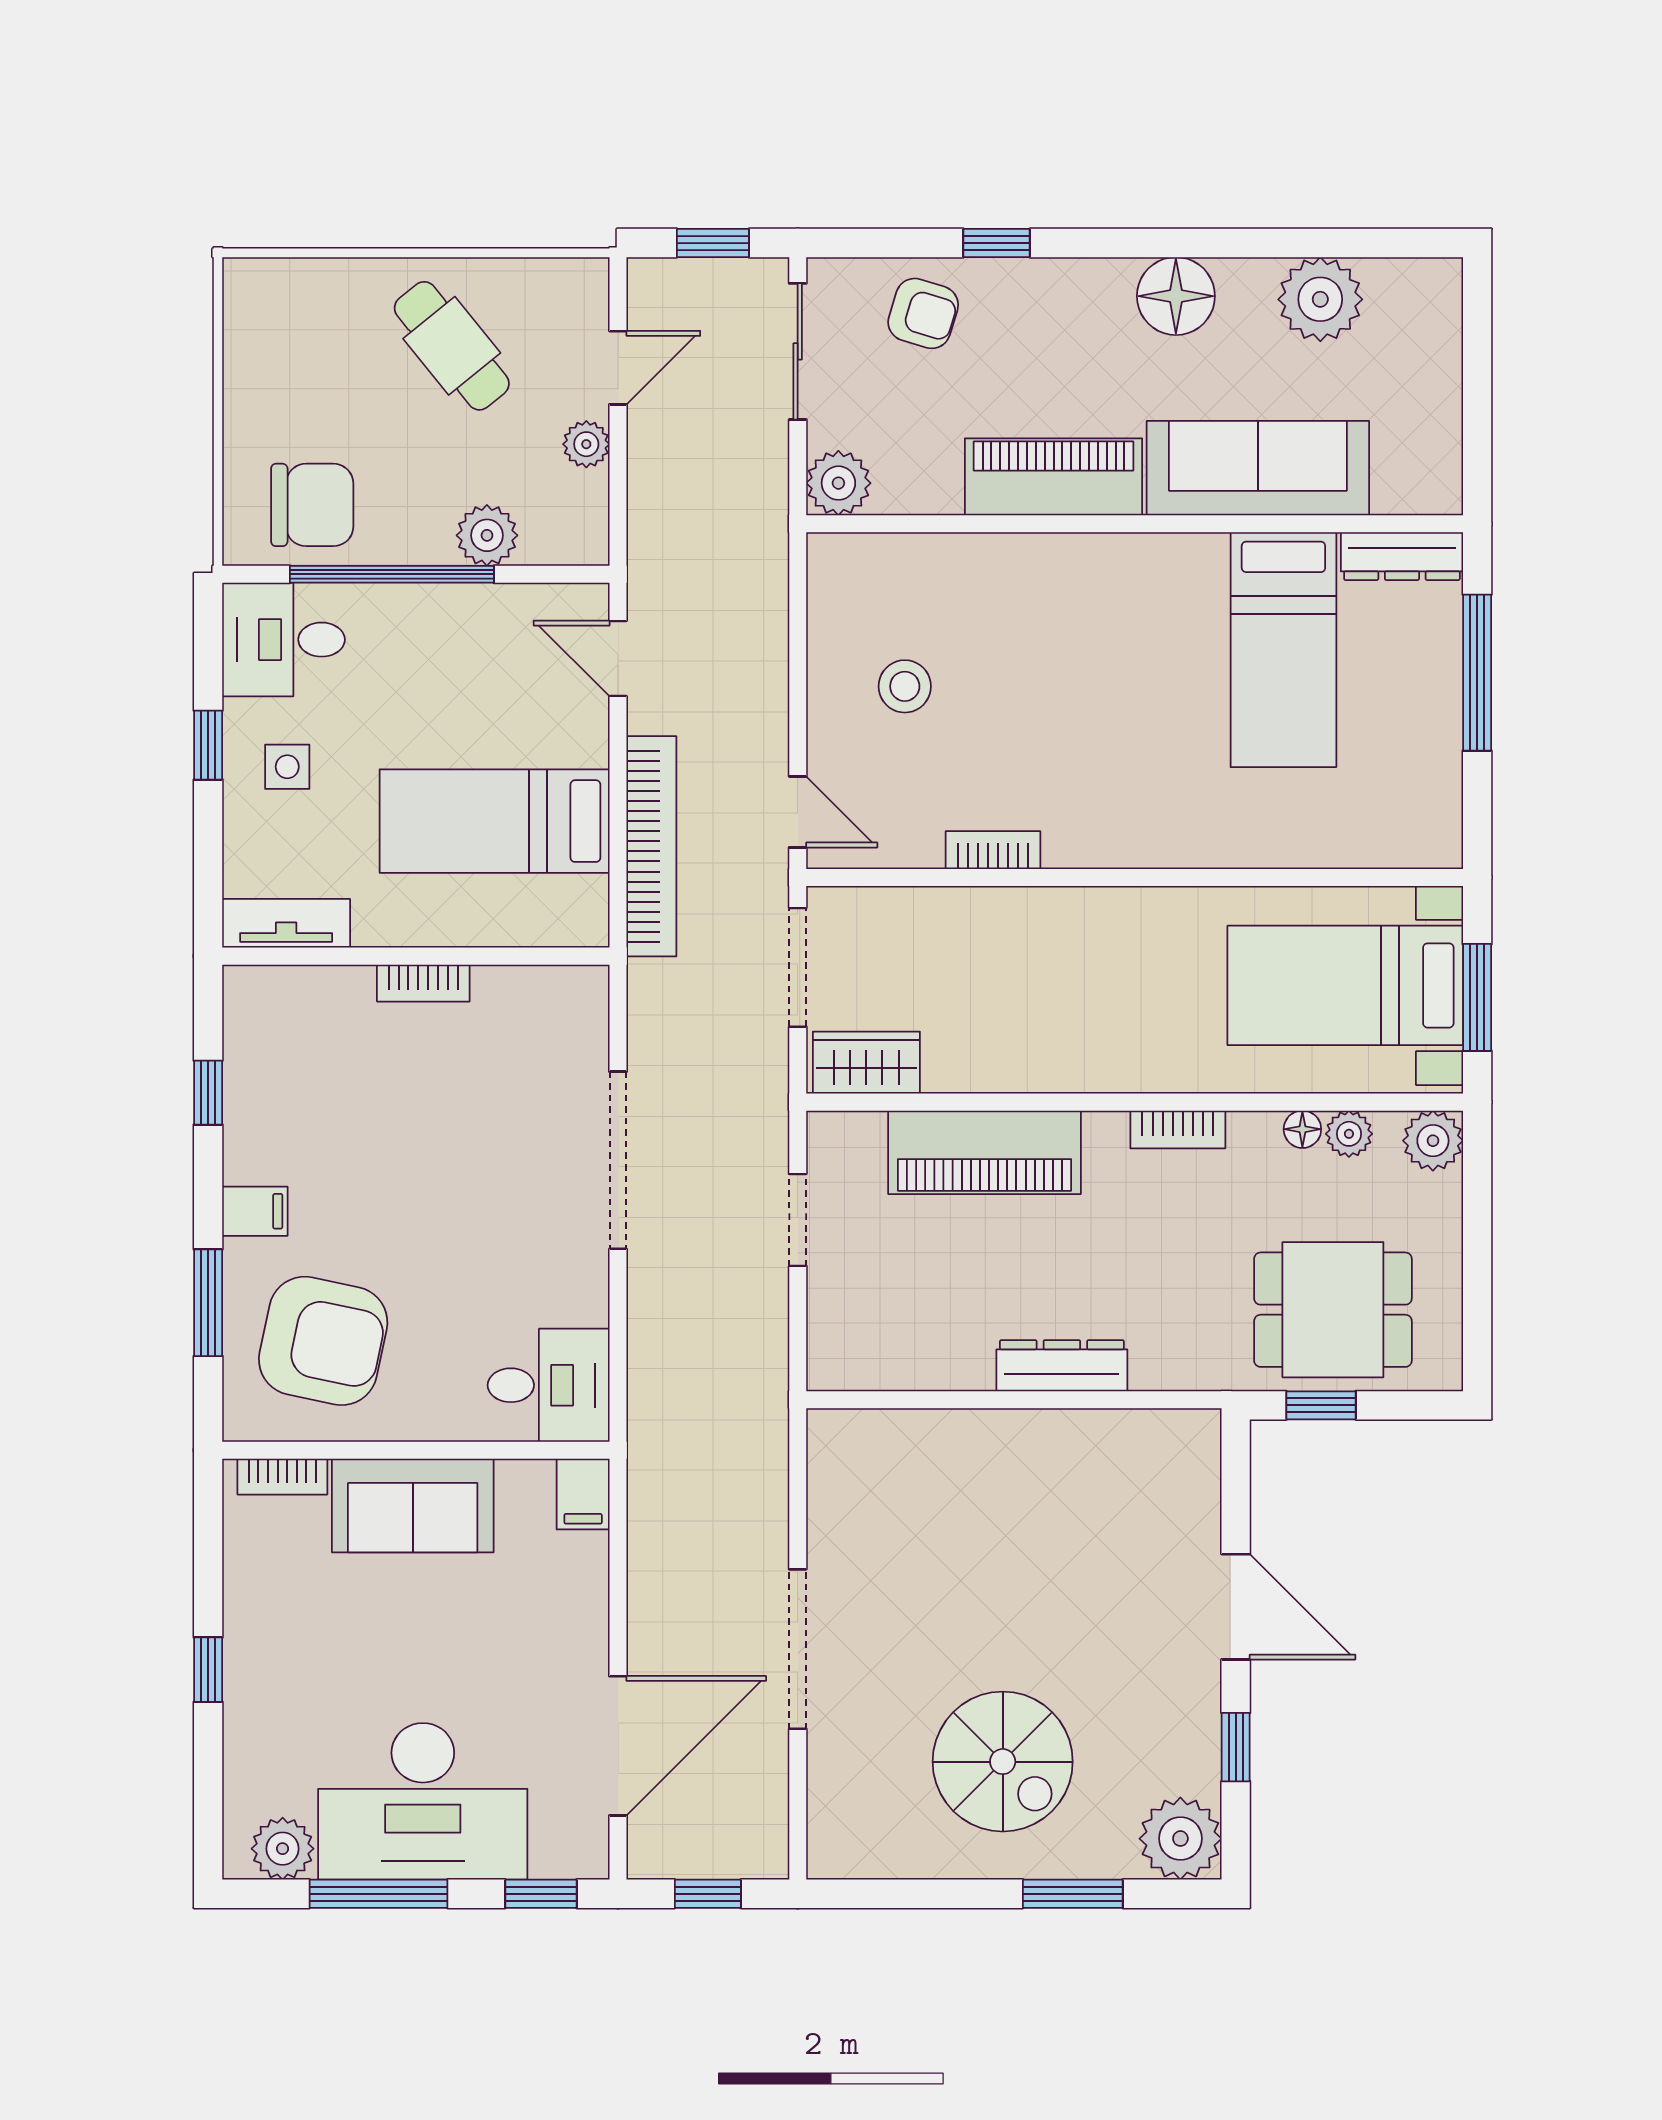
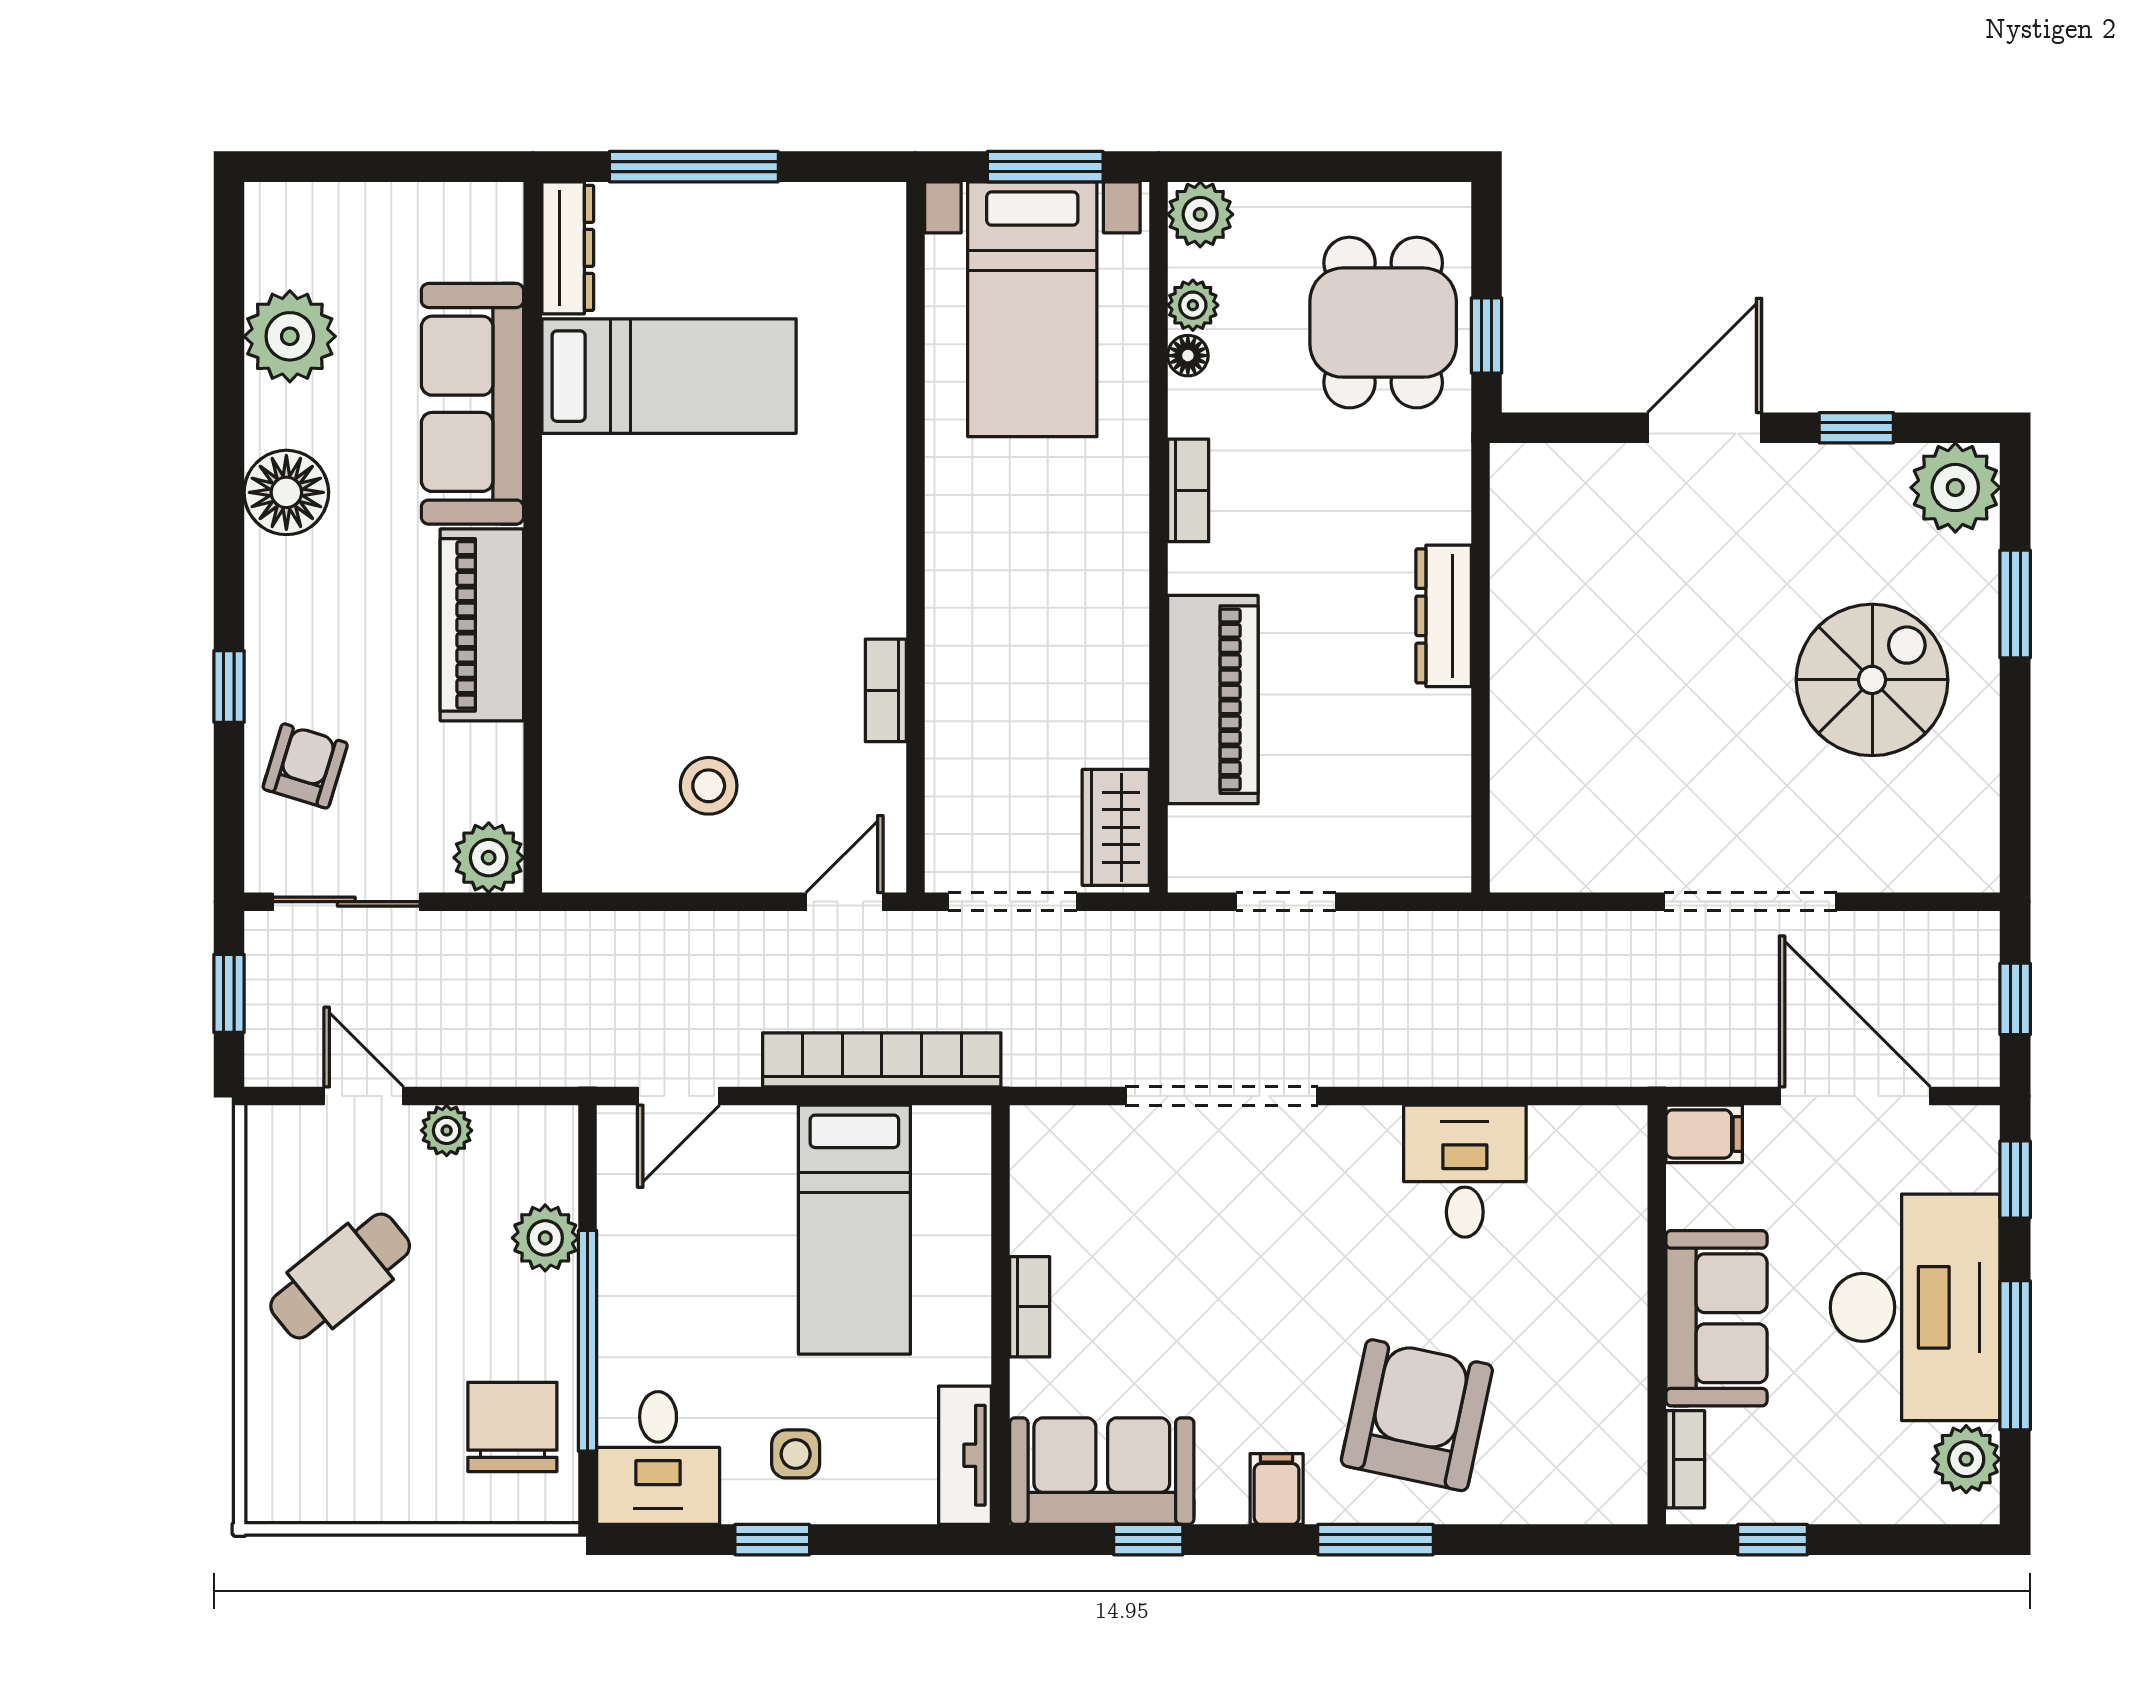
sofa: (271, 1050) -> (1102, 1471), added
wall: (416, 1450) -> (1657, 1315), moved
bookcase: (282, 1477) -> (1685, 1459), moved
filing cabinet: (583, 1494) -> (1704, 1134), moved
sofa: (413, 1505) -> (1716, 1318), moved

